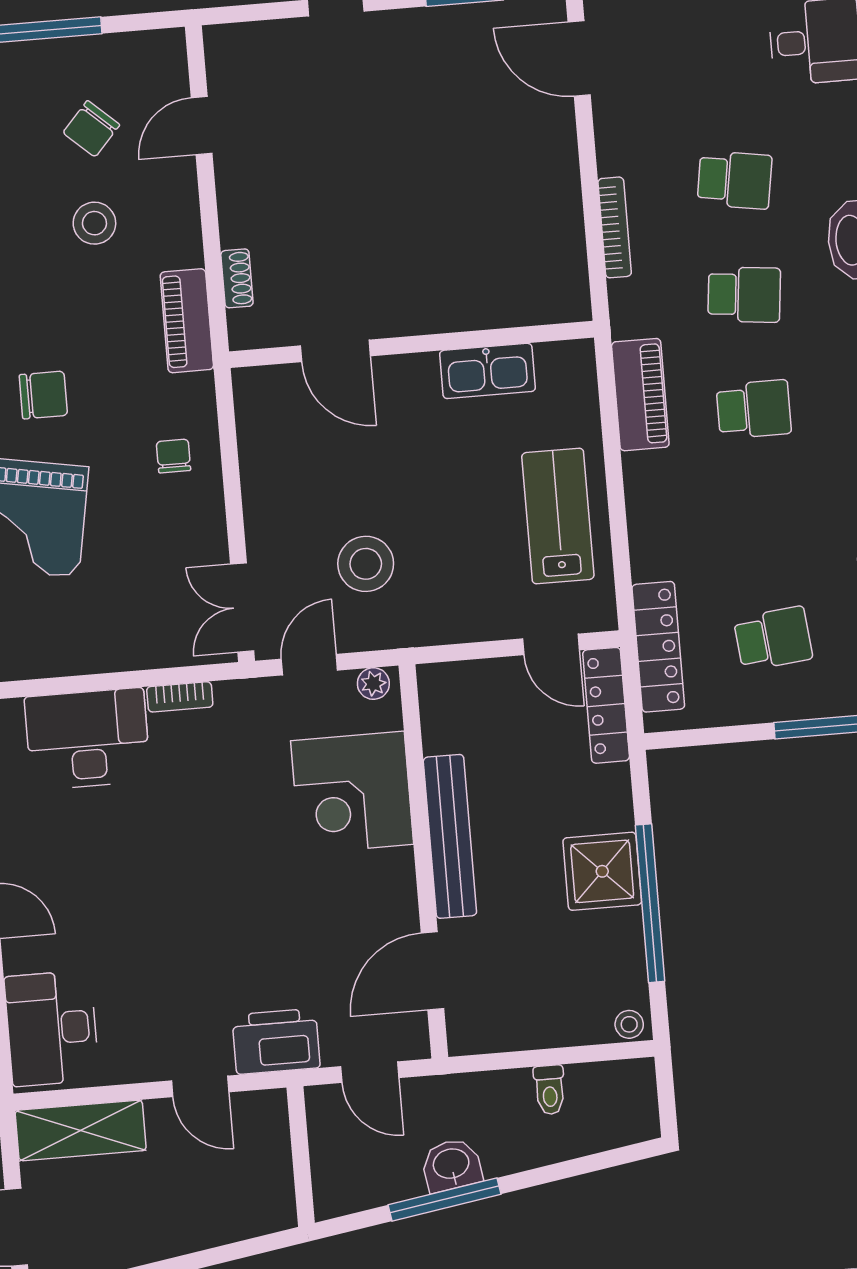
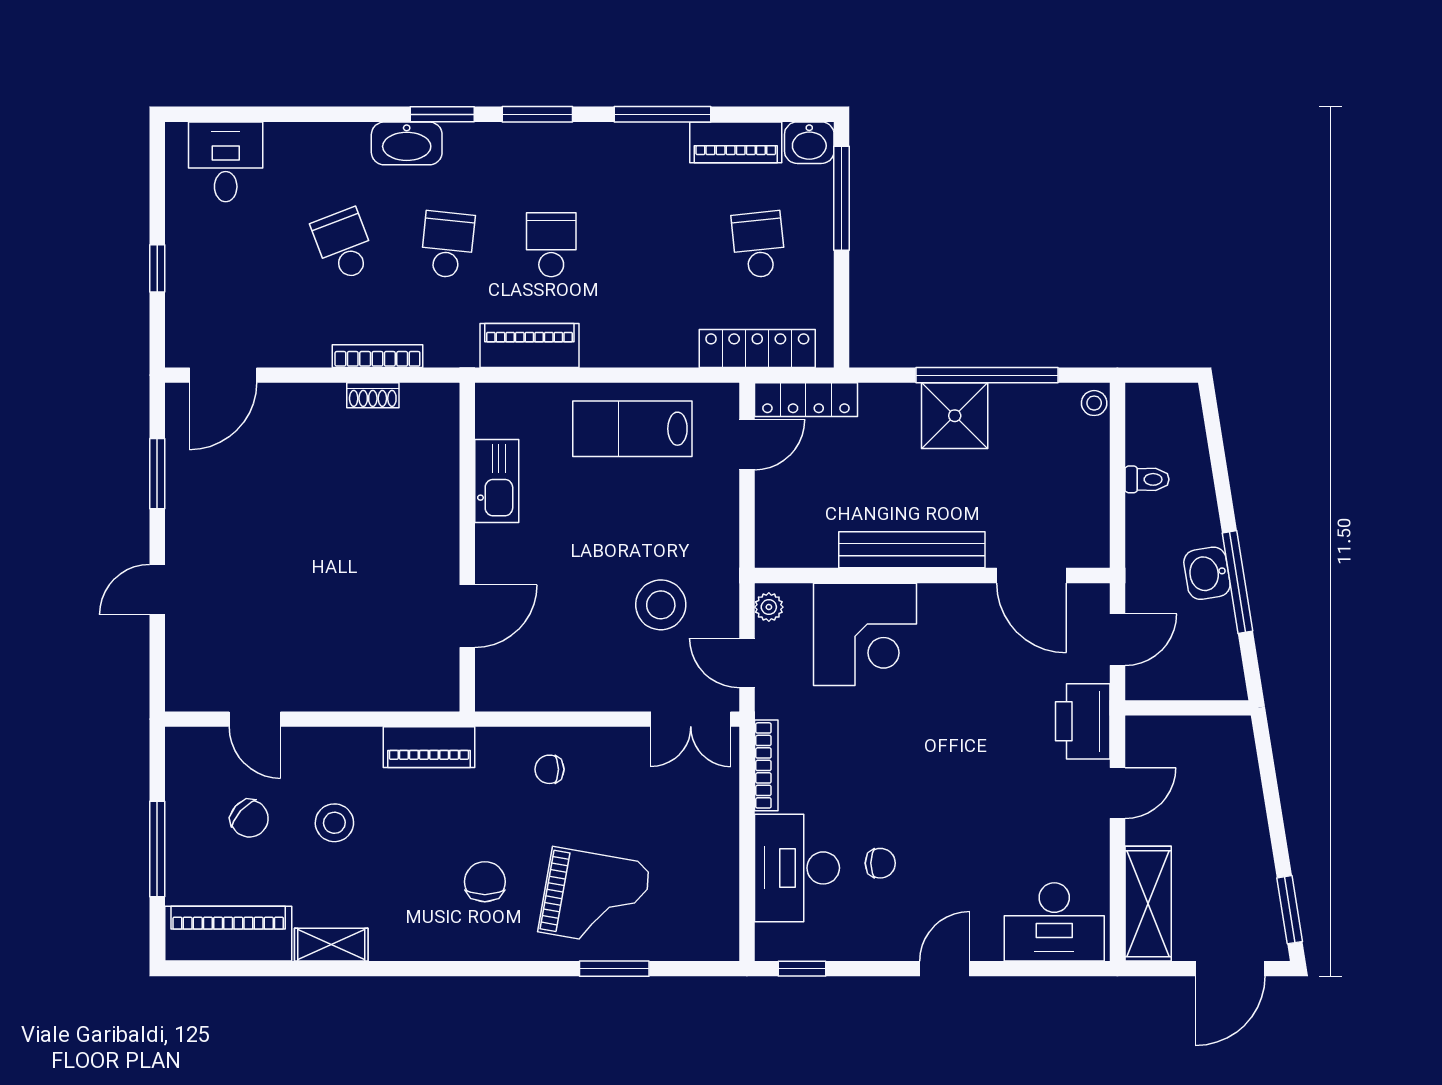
school desk: (735, 180) -> (344, 245), turned -30
shoe rack: (237, 278) -> (373, 395), moved, turned 180
bookcase: (180, 697) -> (766, 765), width x1.56
chair: (100, 831) -> (880, 863), added

